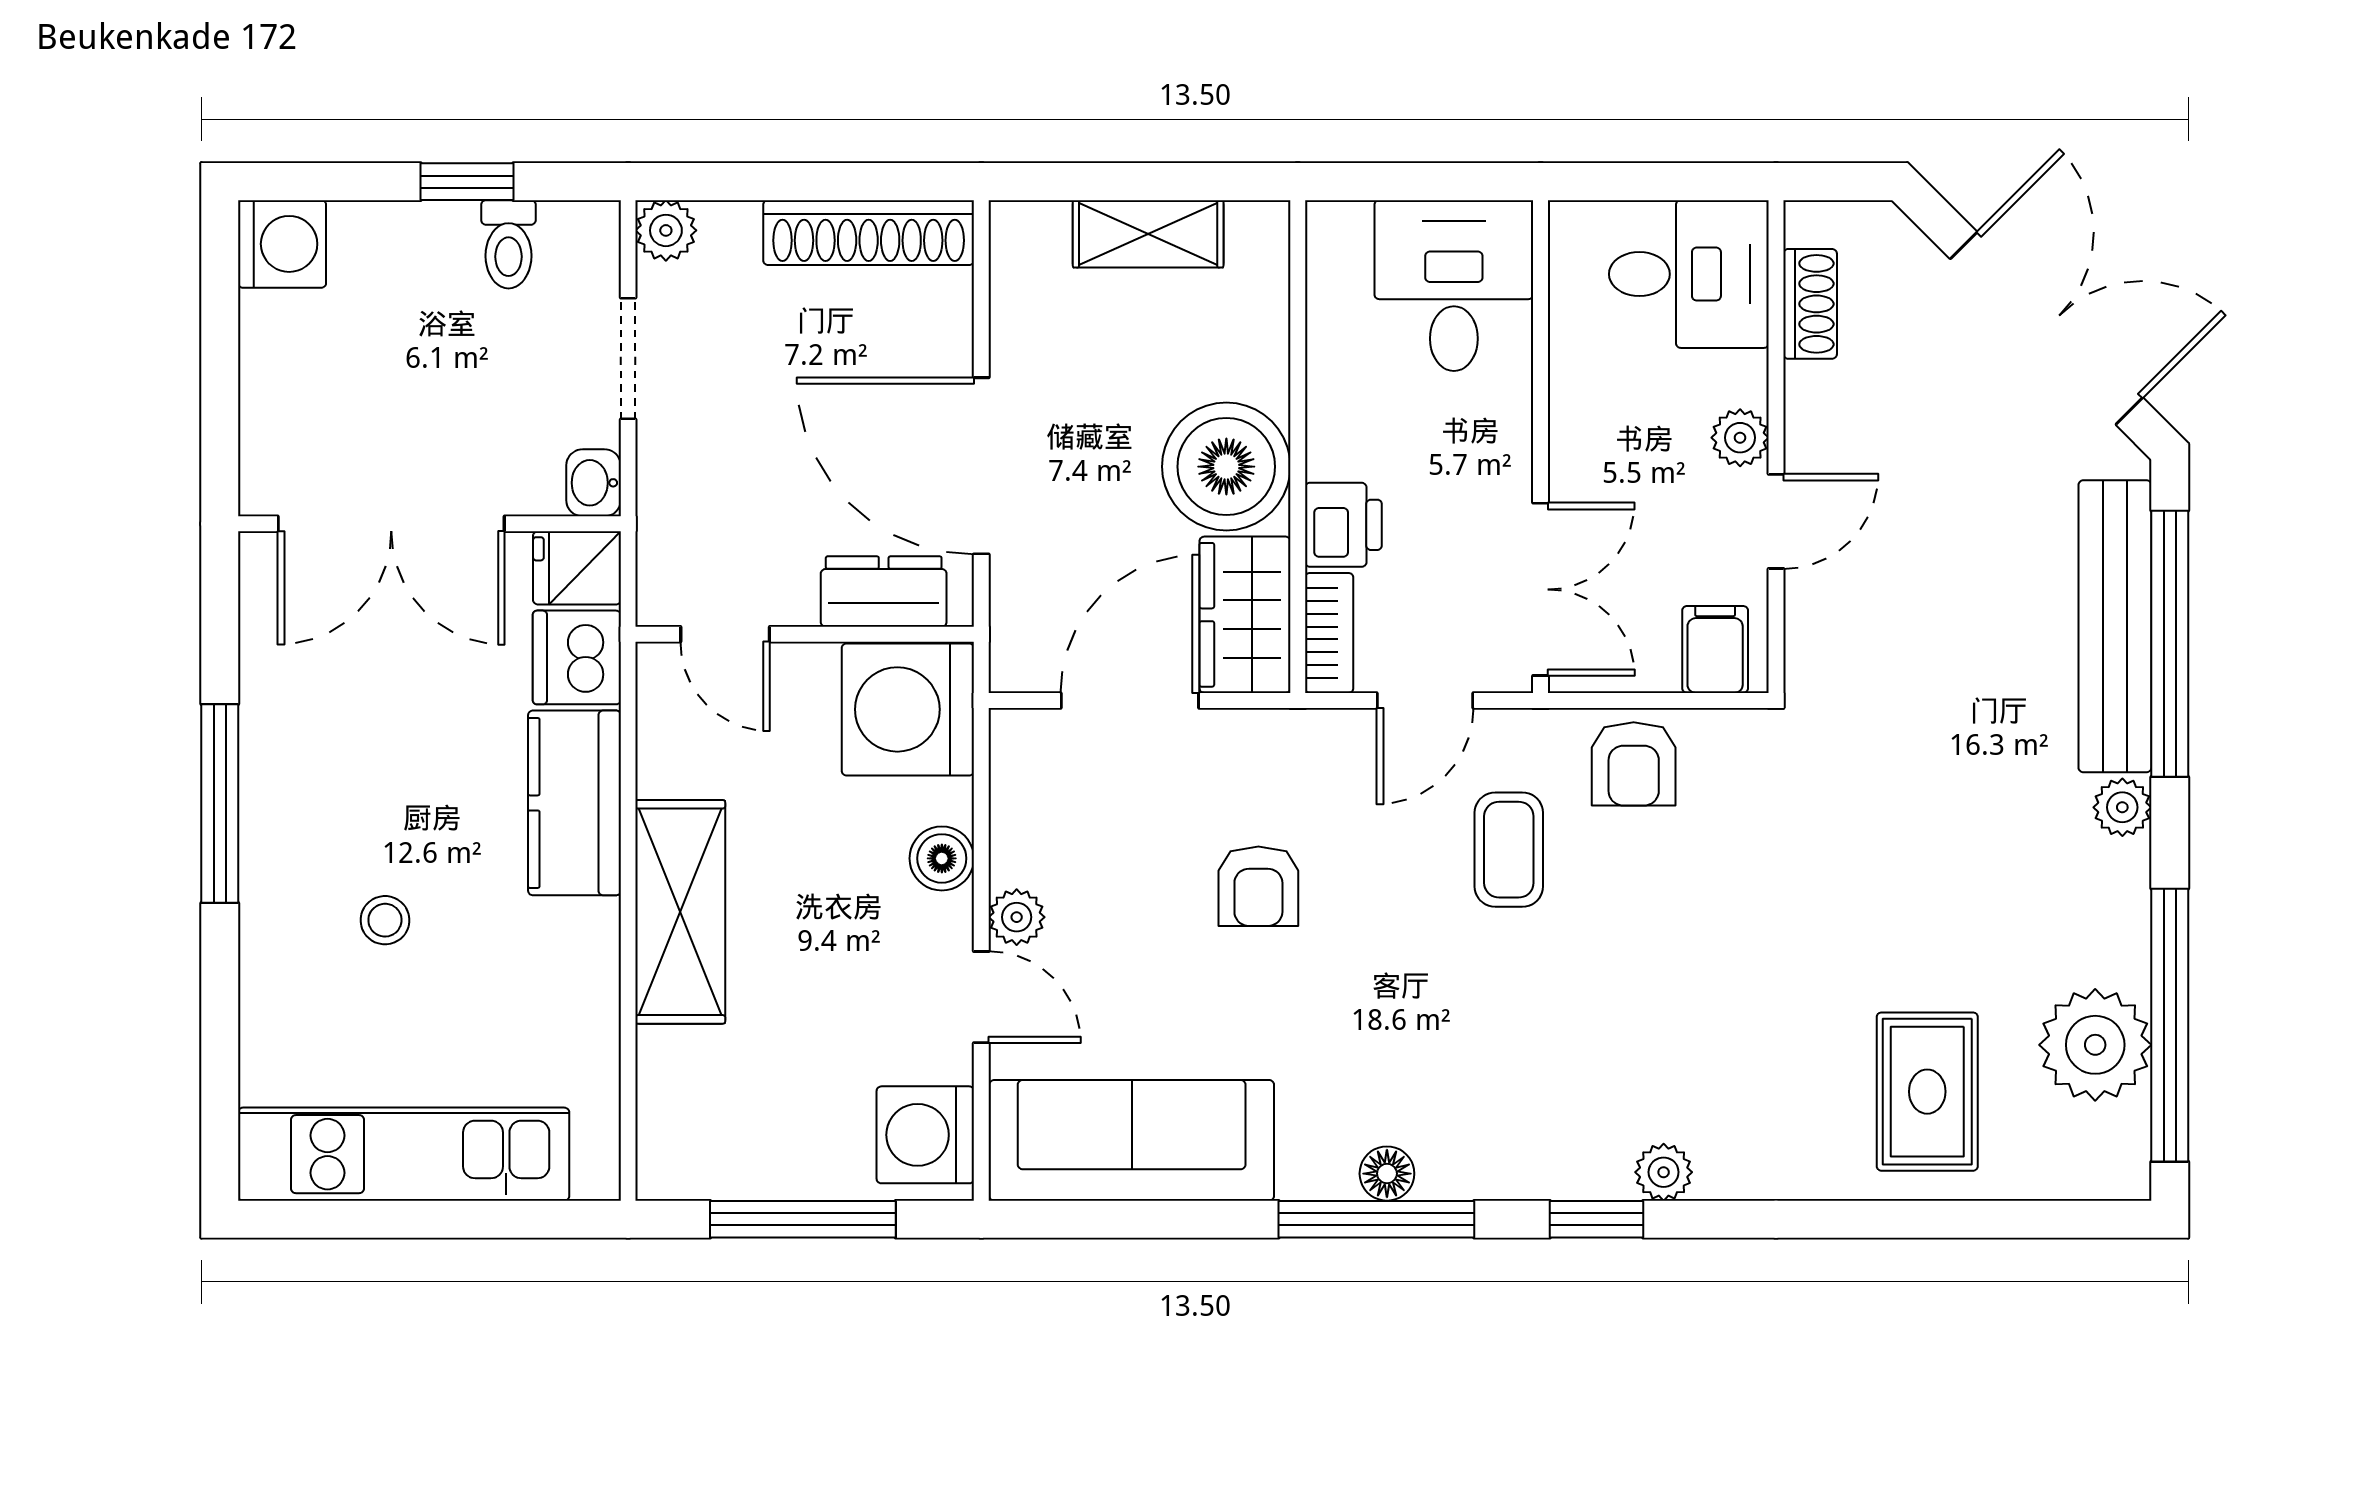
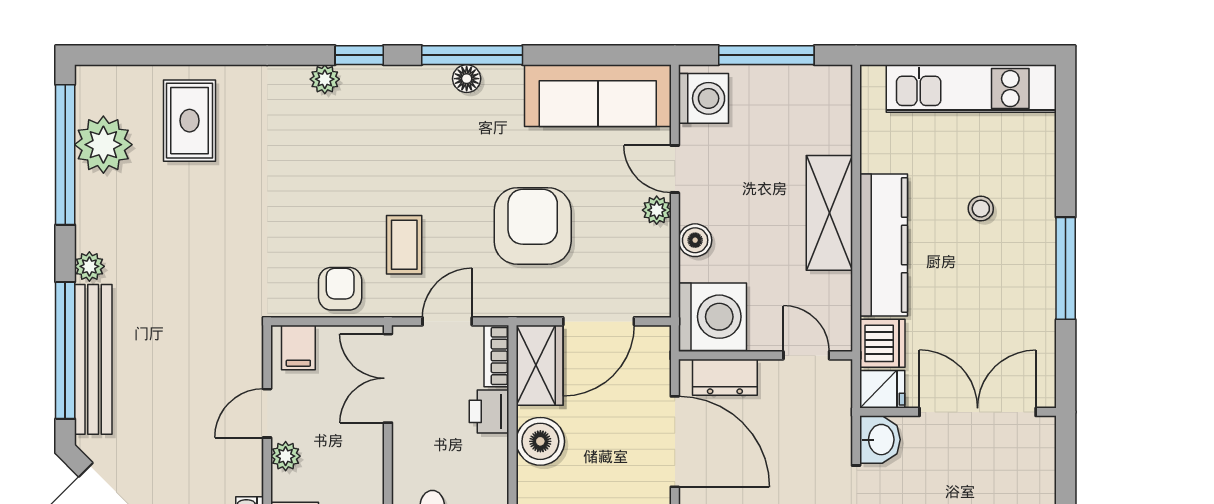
boiler: (1226, 467) -> (540, 441), width x0.73, depth x0.73
washbasin: (594, 483) -> (880, 440), width x1.38, depth x1.45
kitchen counter: (575, 803) -> (884, 245), width x1.50
armchair: (1258, 886) -> (533, 226), width x1.88, depth x1.88

